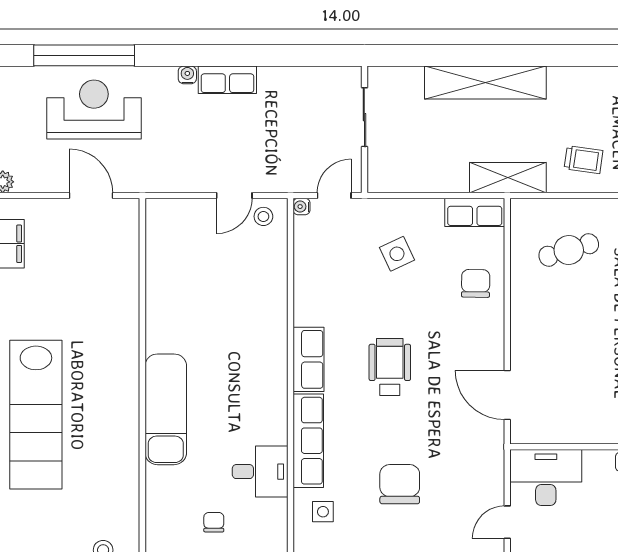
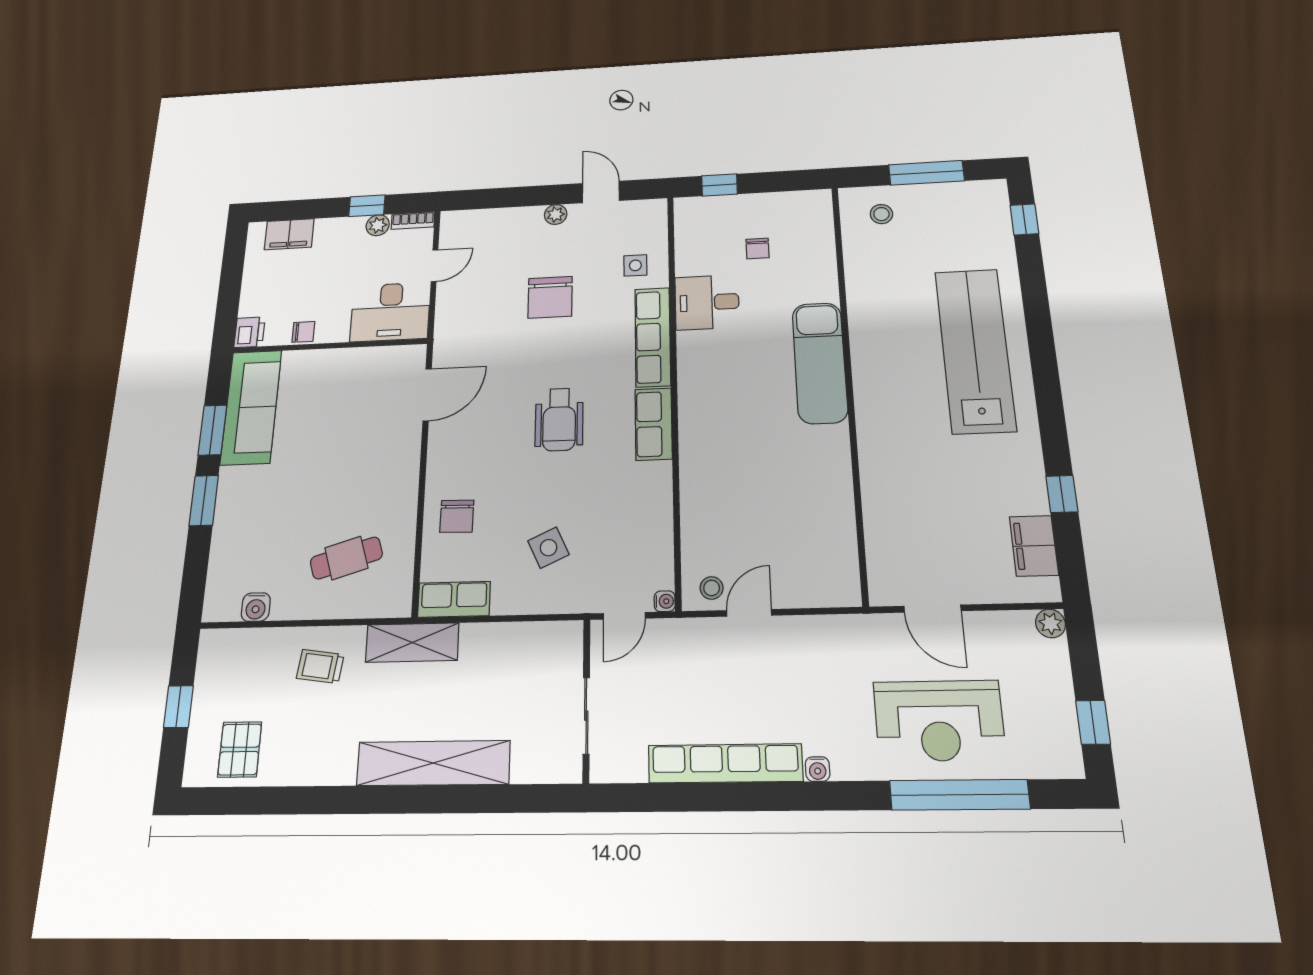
row of seats: (227, 80) -> (725, 763), width x2.02
door: (507, 395) -> (427, 395), hinge flipped

